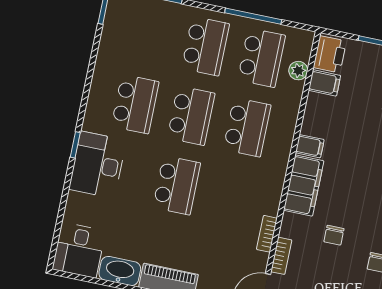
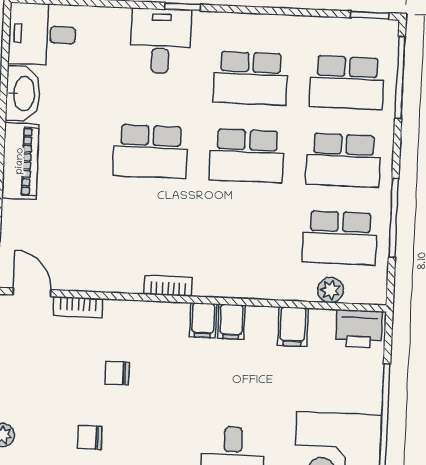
filing cabinet: (324, 83) -> (293, 327), moved
school desk: (247, 127) -> (347, 83), moved
desk: (98, 165) -> (161, 41), width x0.73
filing cabinet: (304, 186) -> (203, 320), width x0.33, depth x0.86
bookcase: (267, 234) -> (168, 286), moved

